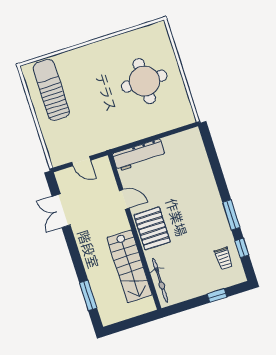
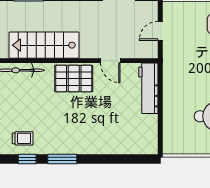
door: (124, 199) -> (110, 61), hinge flipped
trolley: (224, 258) -> (23, 138), turned 180

